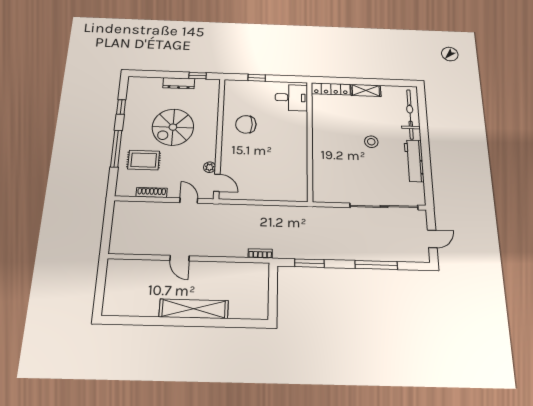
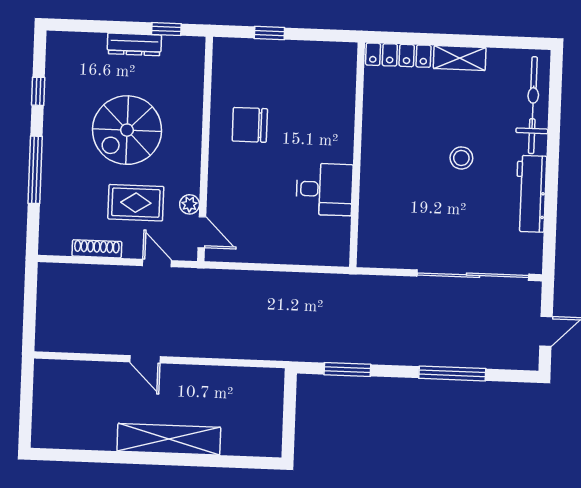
desk: (291, 98) -> (324, 189), moved
rug: (144, 160) -> (136, 203), moved
bookcase: (260, 253) -> (271, 353), removed

